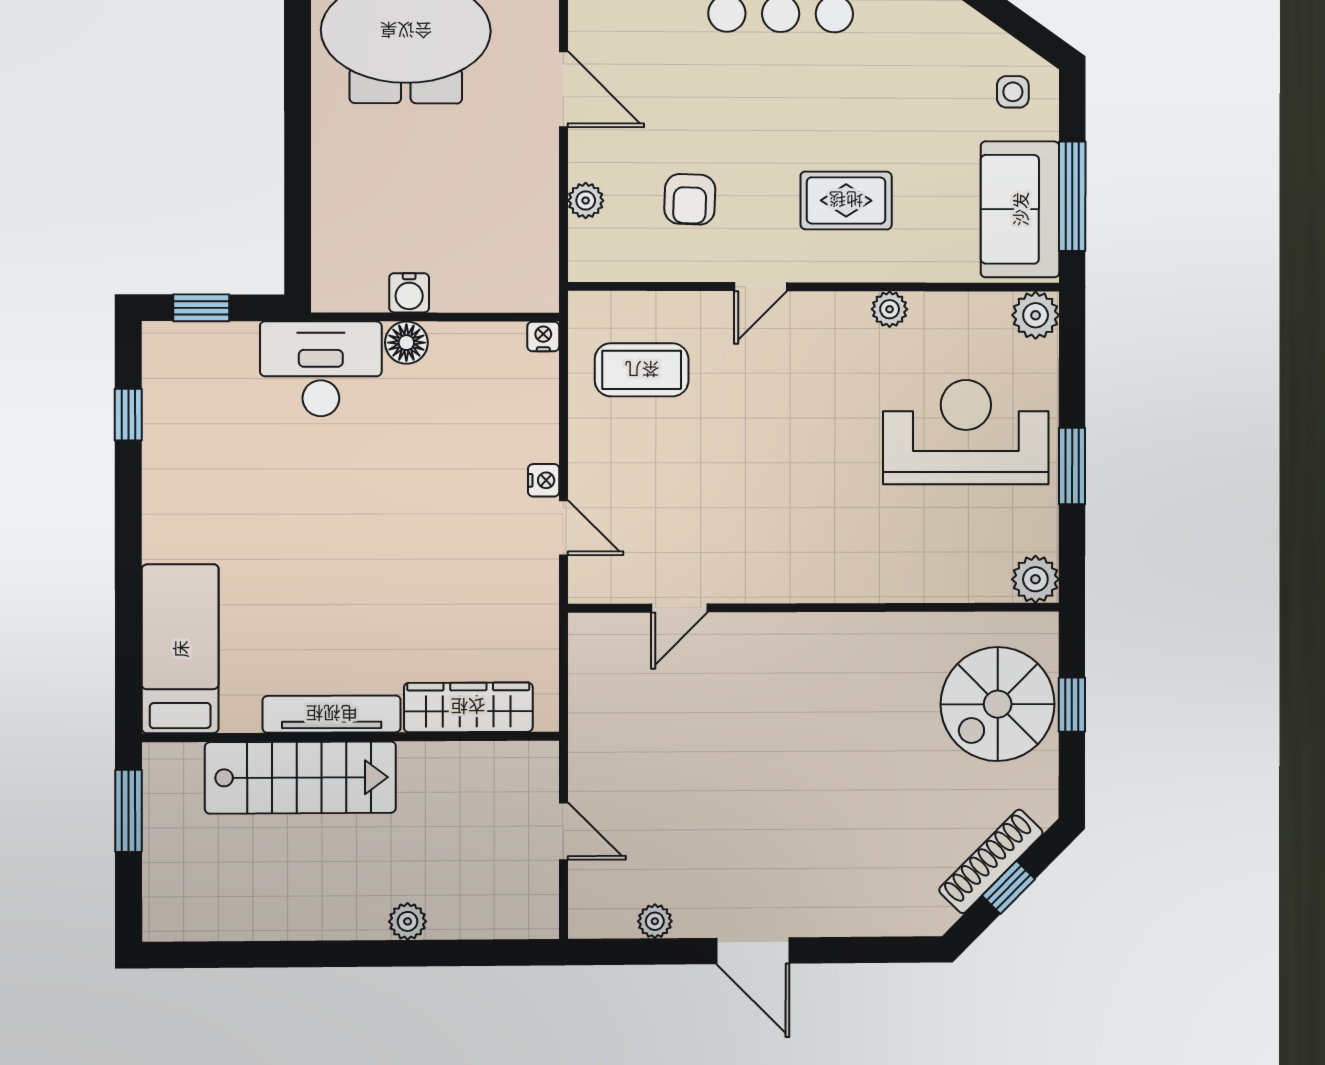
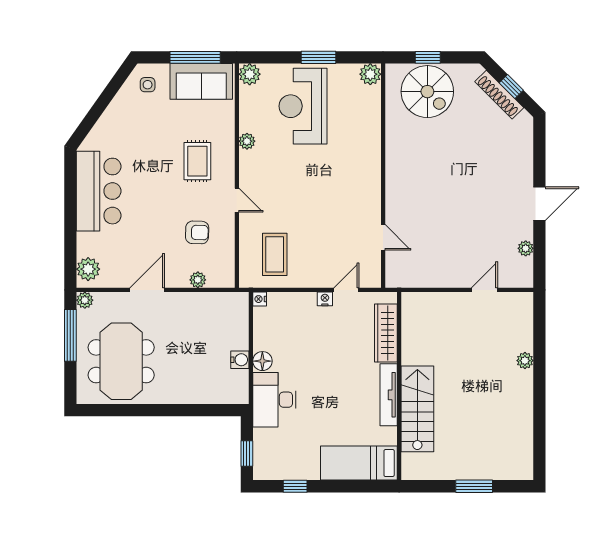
bed: (180, 649) -> (359, 463), moved
wardrobe: (468, 707) -> (386, 333), moved
tv unit: (332, 714) -> (389, 395), moved
wall: (351, 737) -> (399, 386), moved
stairs: (300, 777) -> (417, 409), moved

